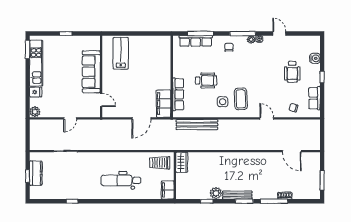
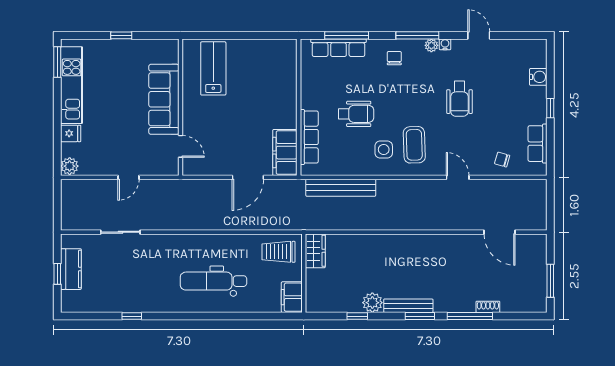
wheelchair: (292, 72) -> (459, 99), moved

